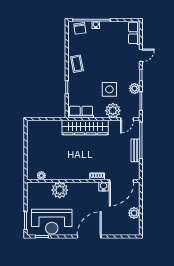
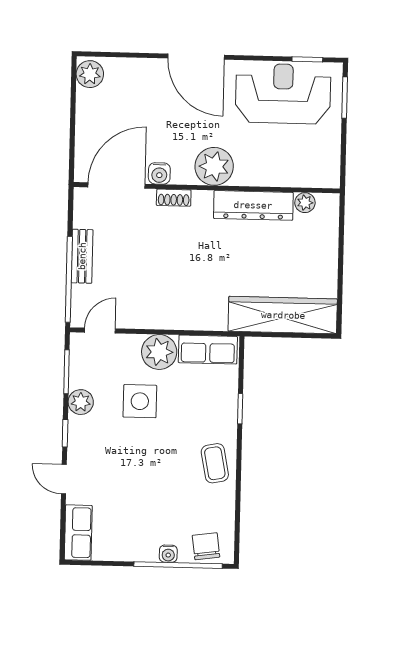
door: (141, 55) -> (64, 479), hinge flipped
plant: (113, 111) -> (159, 352), moved
wardrobe: (85, 128) -> (283, 315), moved
dresser: (63, 174) -> (253, 205), added
plant: (60, 190) -> (214, 166), moved
plant: (134, 213) -> (90, 74), moved
door: (89, 236) -> (196, 57), hinge flipped

